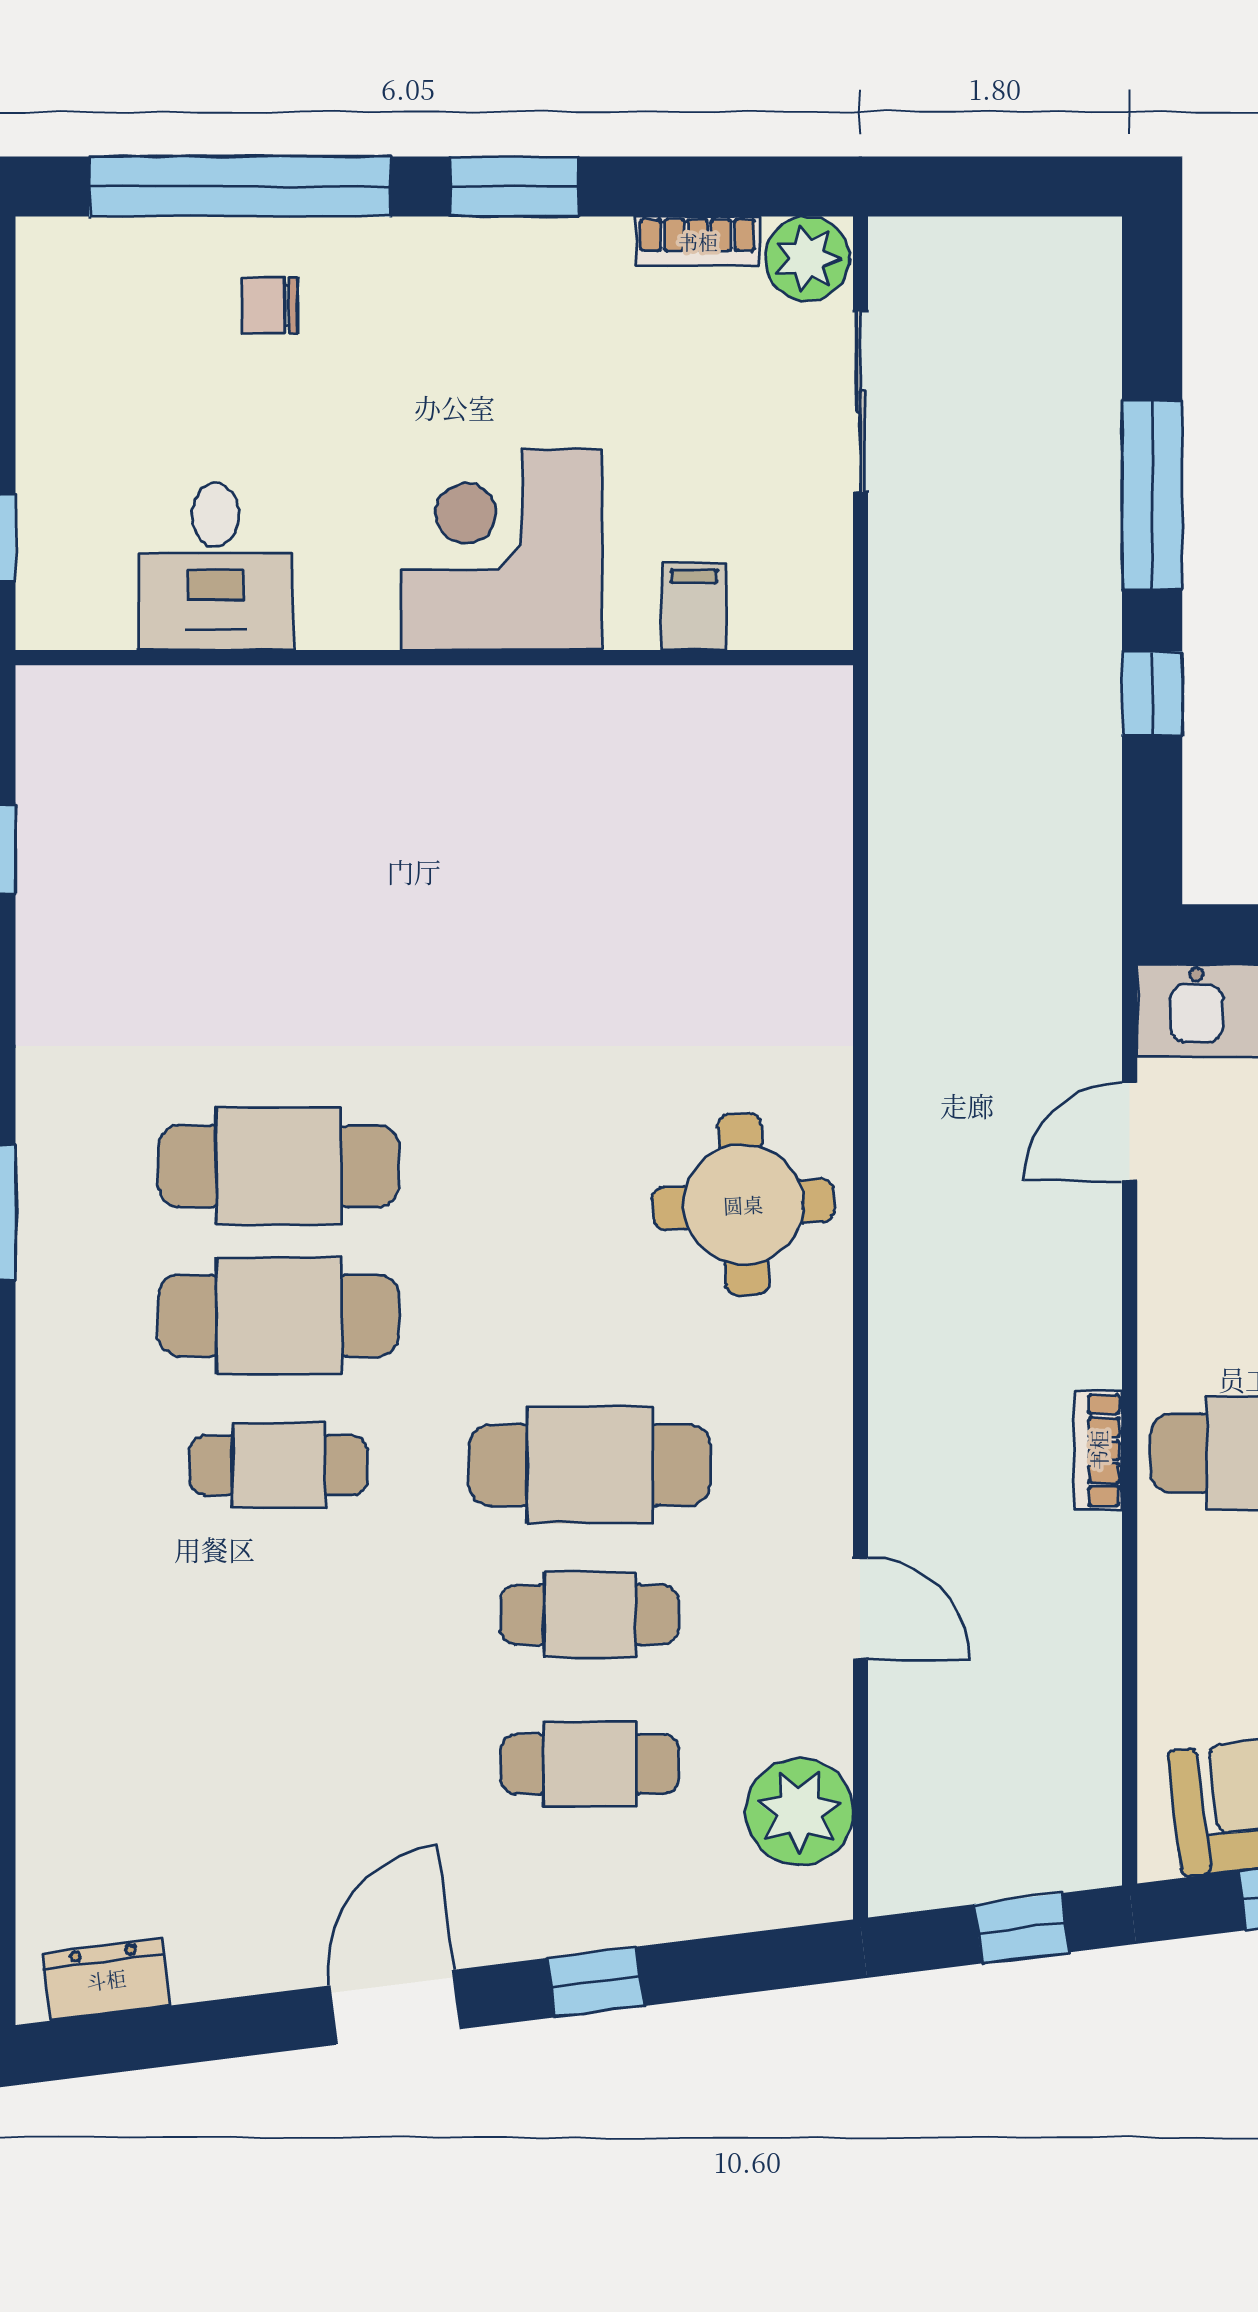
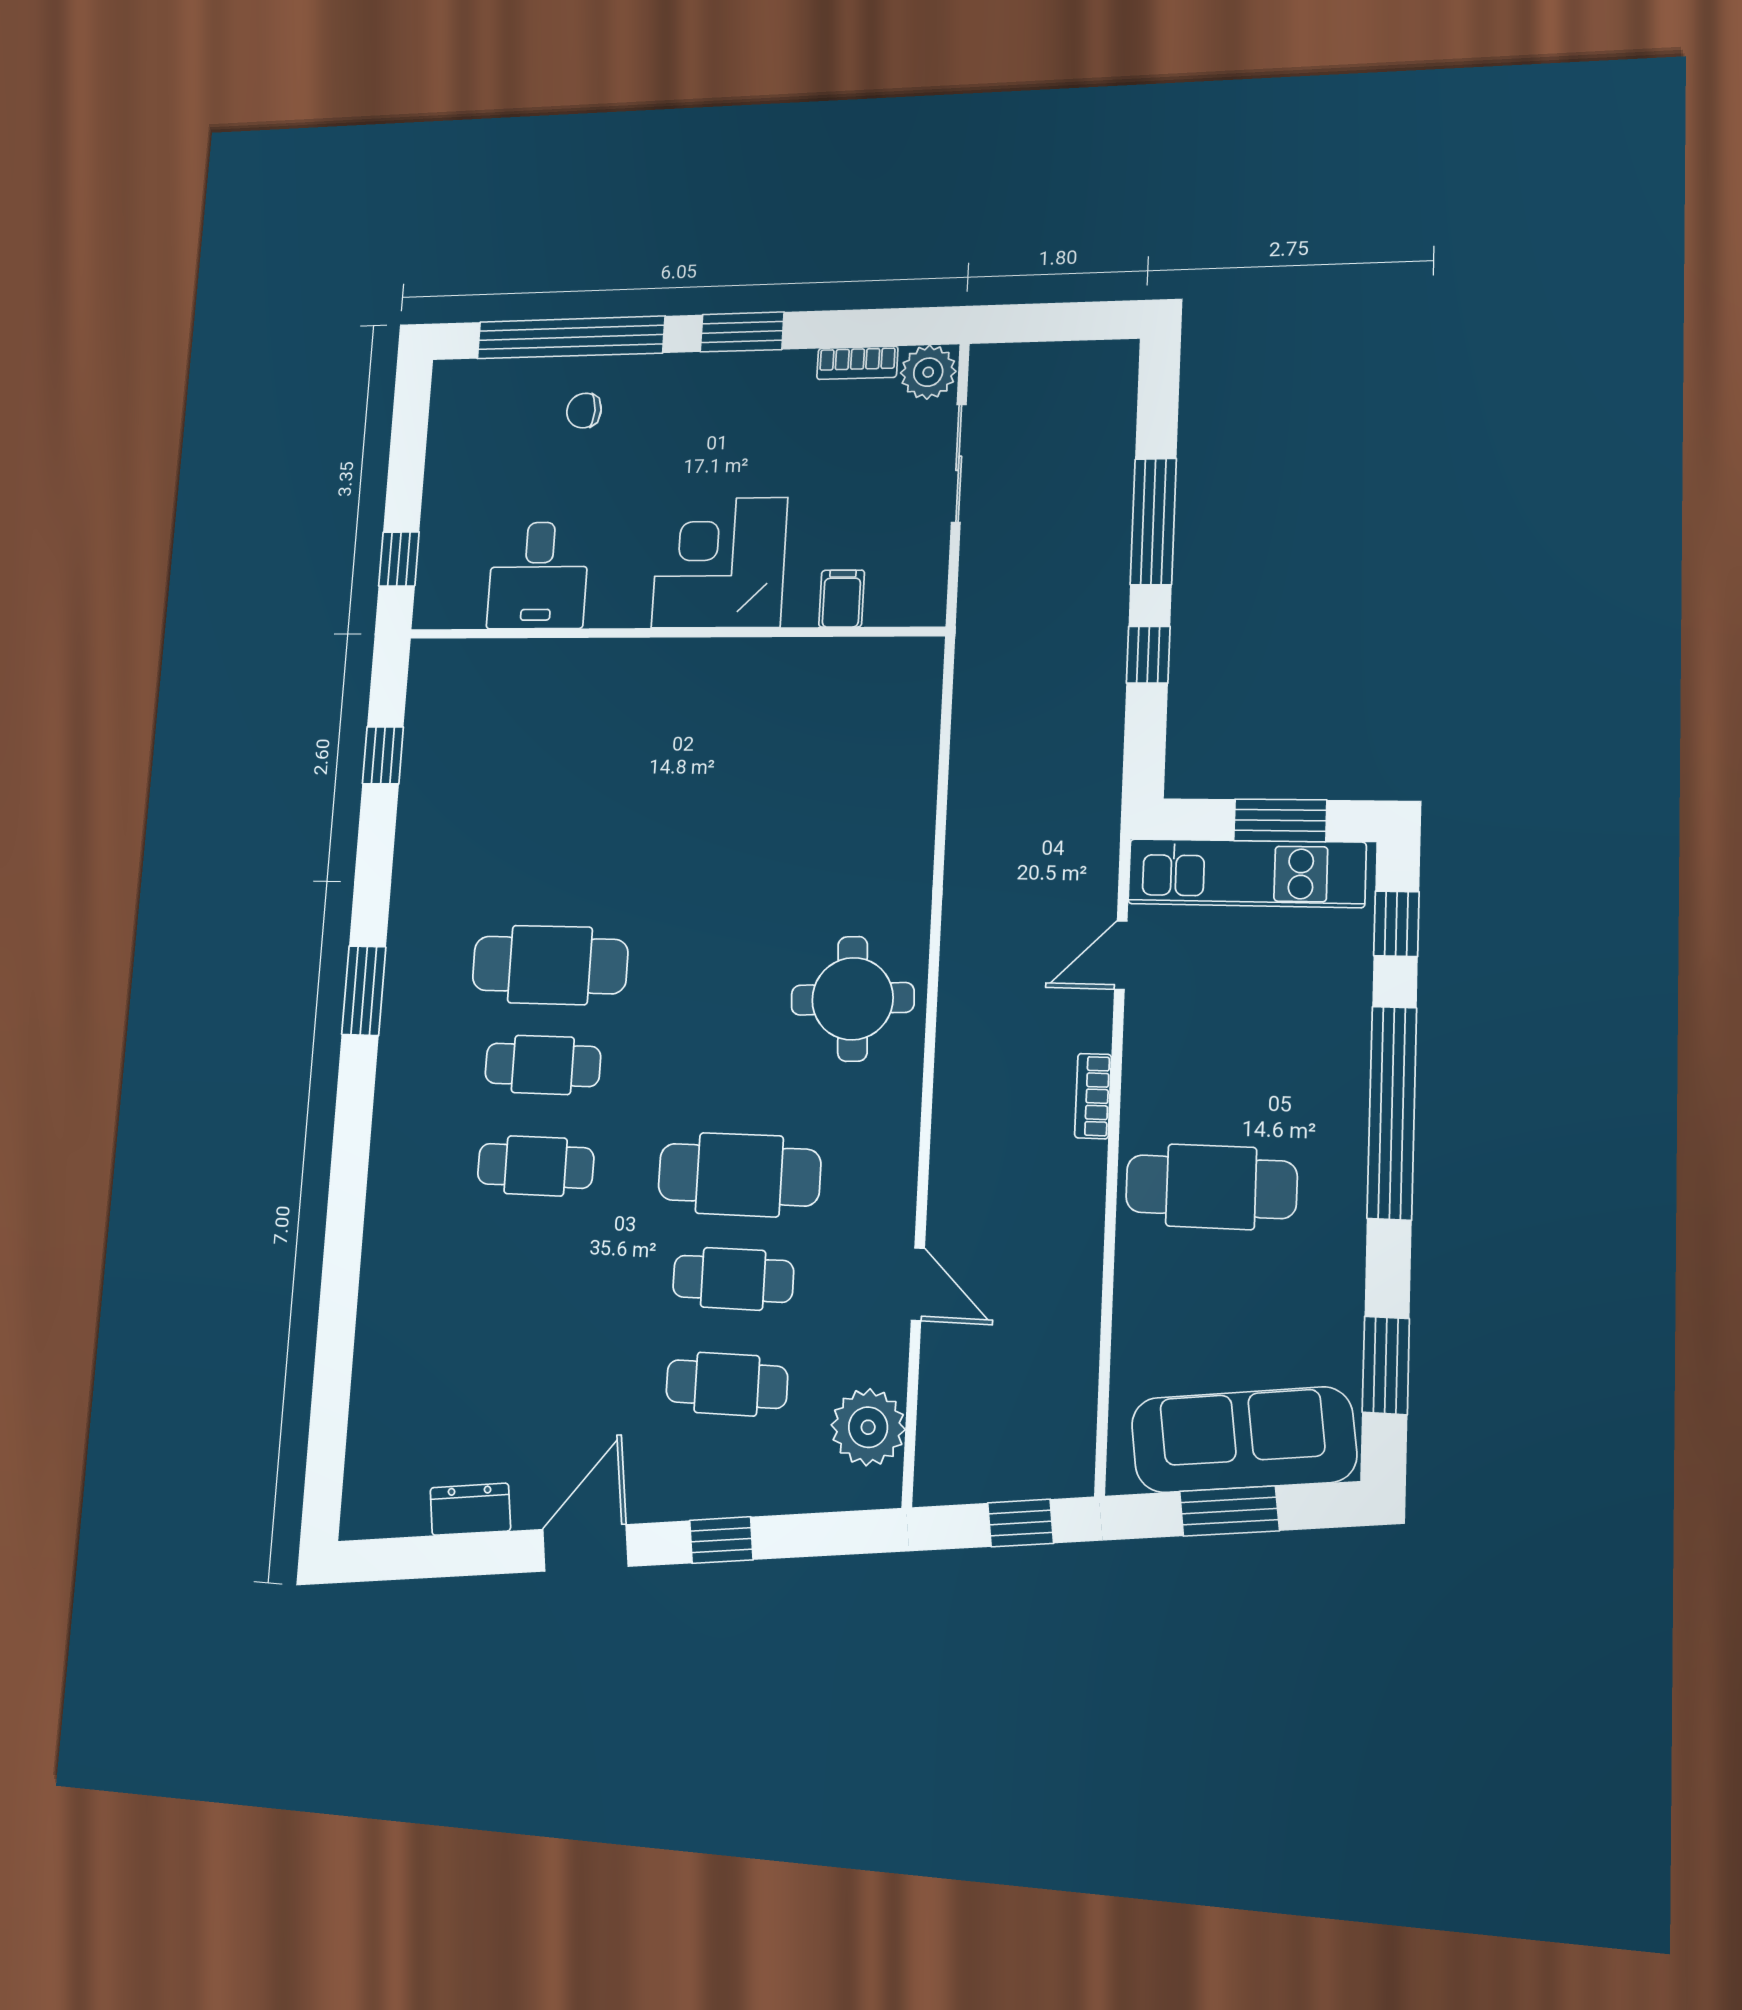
cafe table: (279, 1316) -> (543, 1065), width x0.73, depth x0.74
bookcase: (1098, 1450) -> (1093, 1096), moved
dresser: (106, 1979) -> (470, 1509), moved

